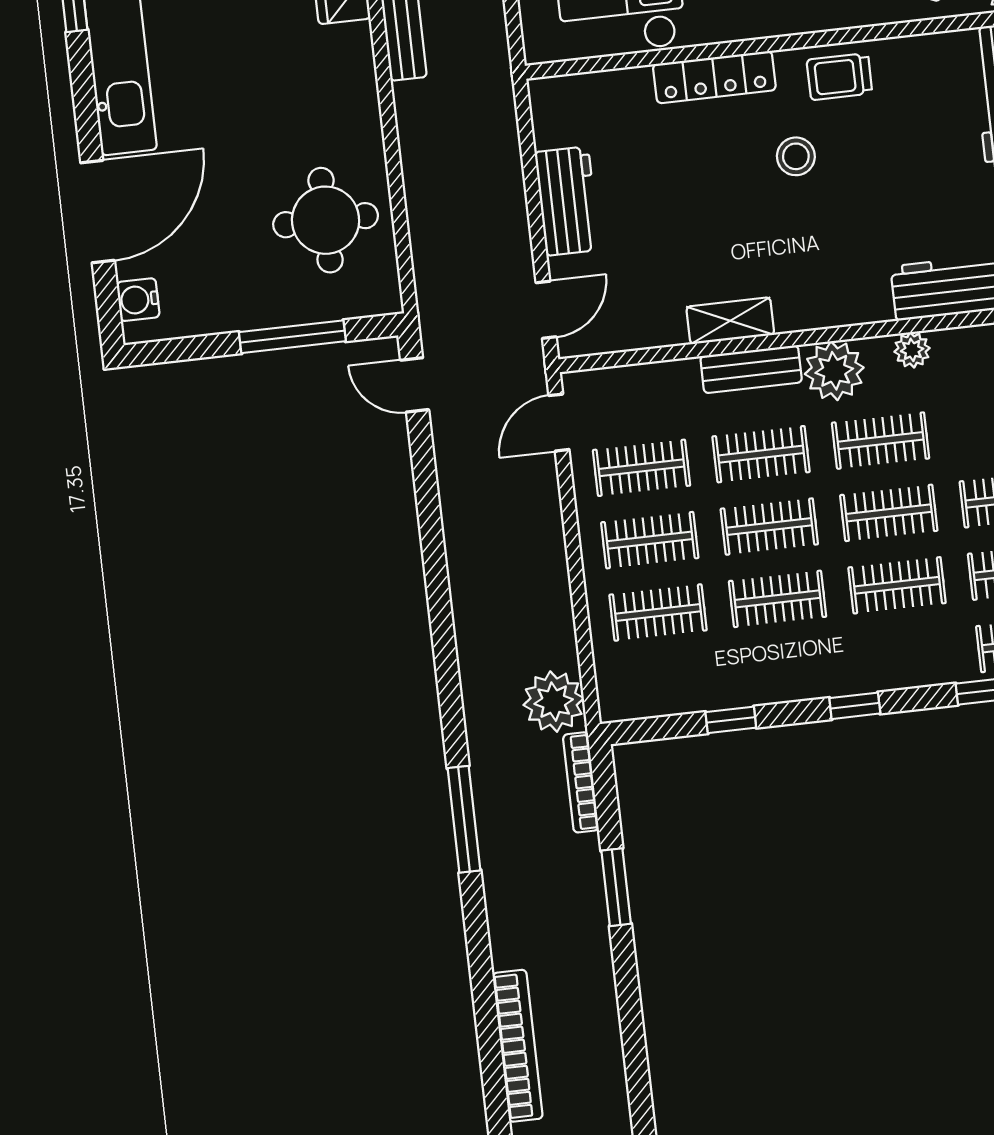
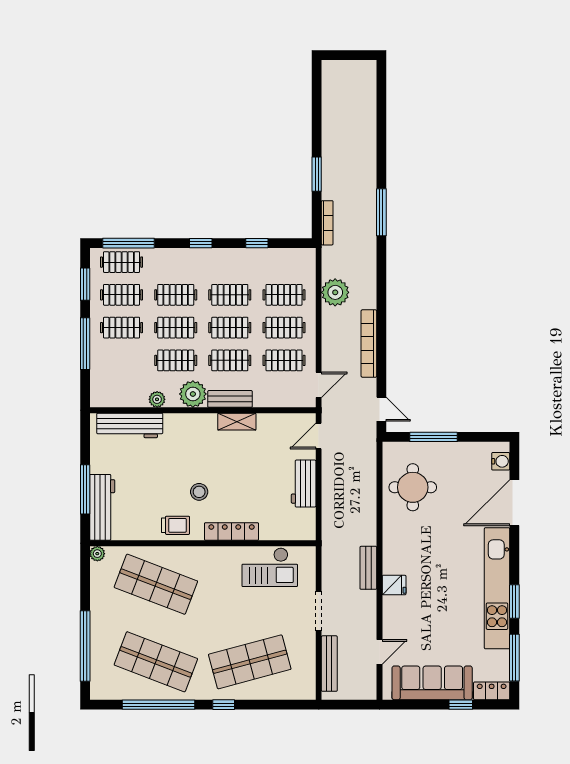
plant: (554, 702) -> (335, 292), moved
bookcase: (518, 1046) -> (369, 344), moved

